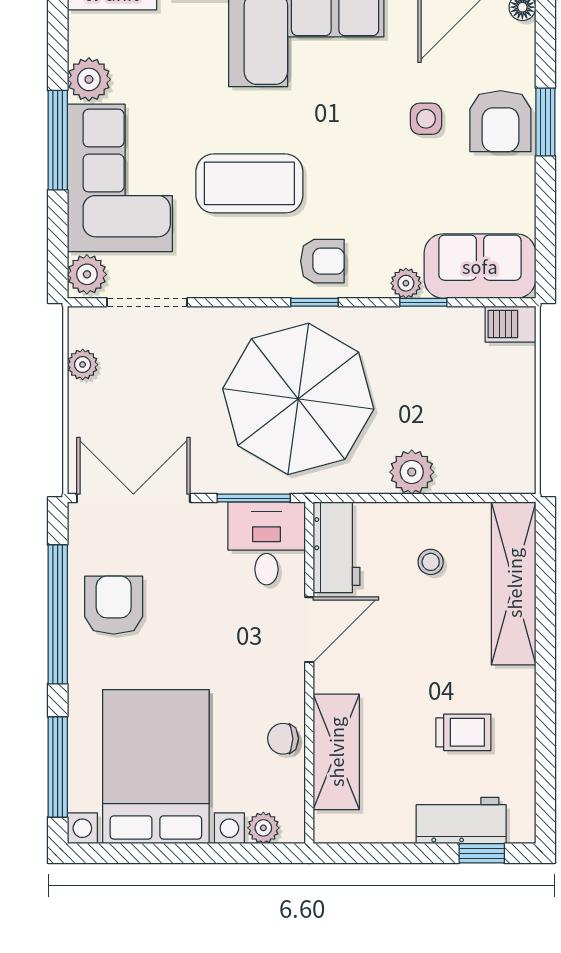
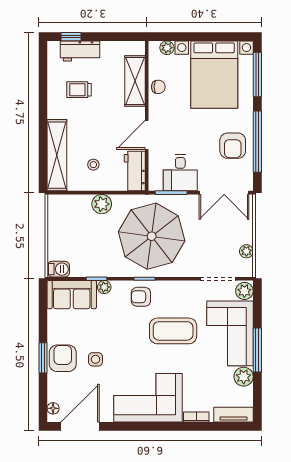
desk: (266, 543) -> (180, 173), moved

